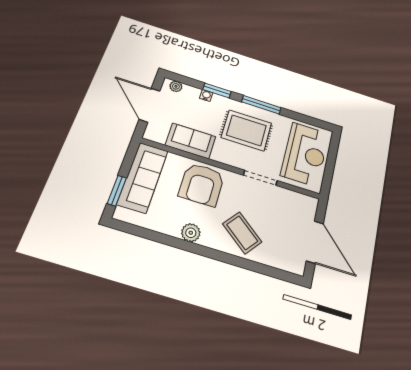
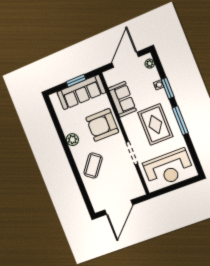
window: (117, 191) -> (76, 81), moved

